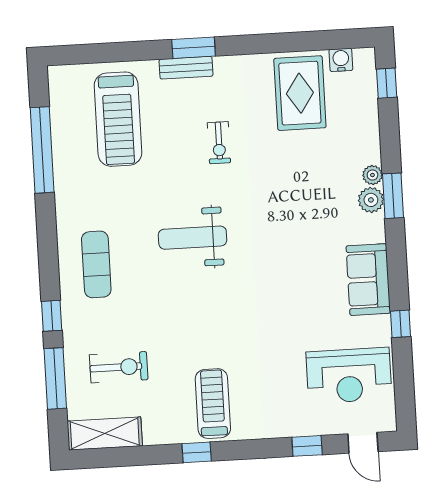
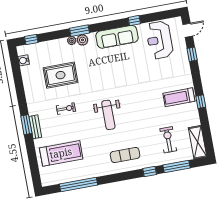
rug: (300, 93) -> (60, 75), moved
sofa: (368, 280) -> (117, 37), width x1.36
reception desk: (349, 376) -> (159, 40), turned 180

